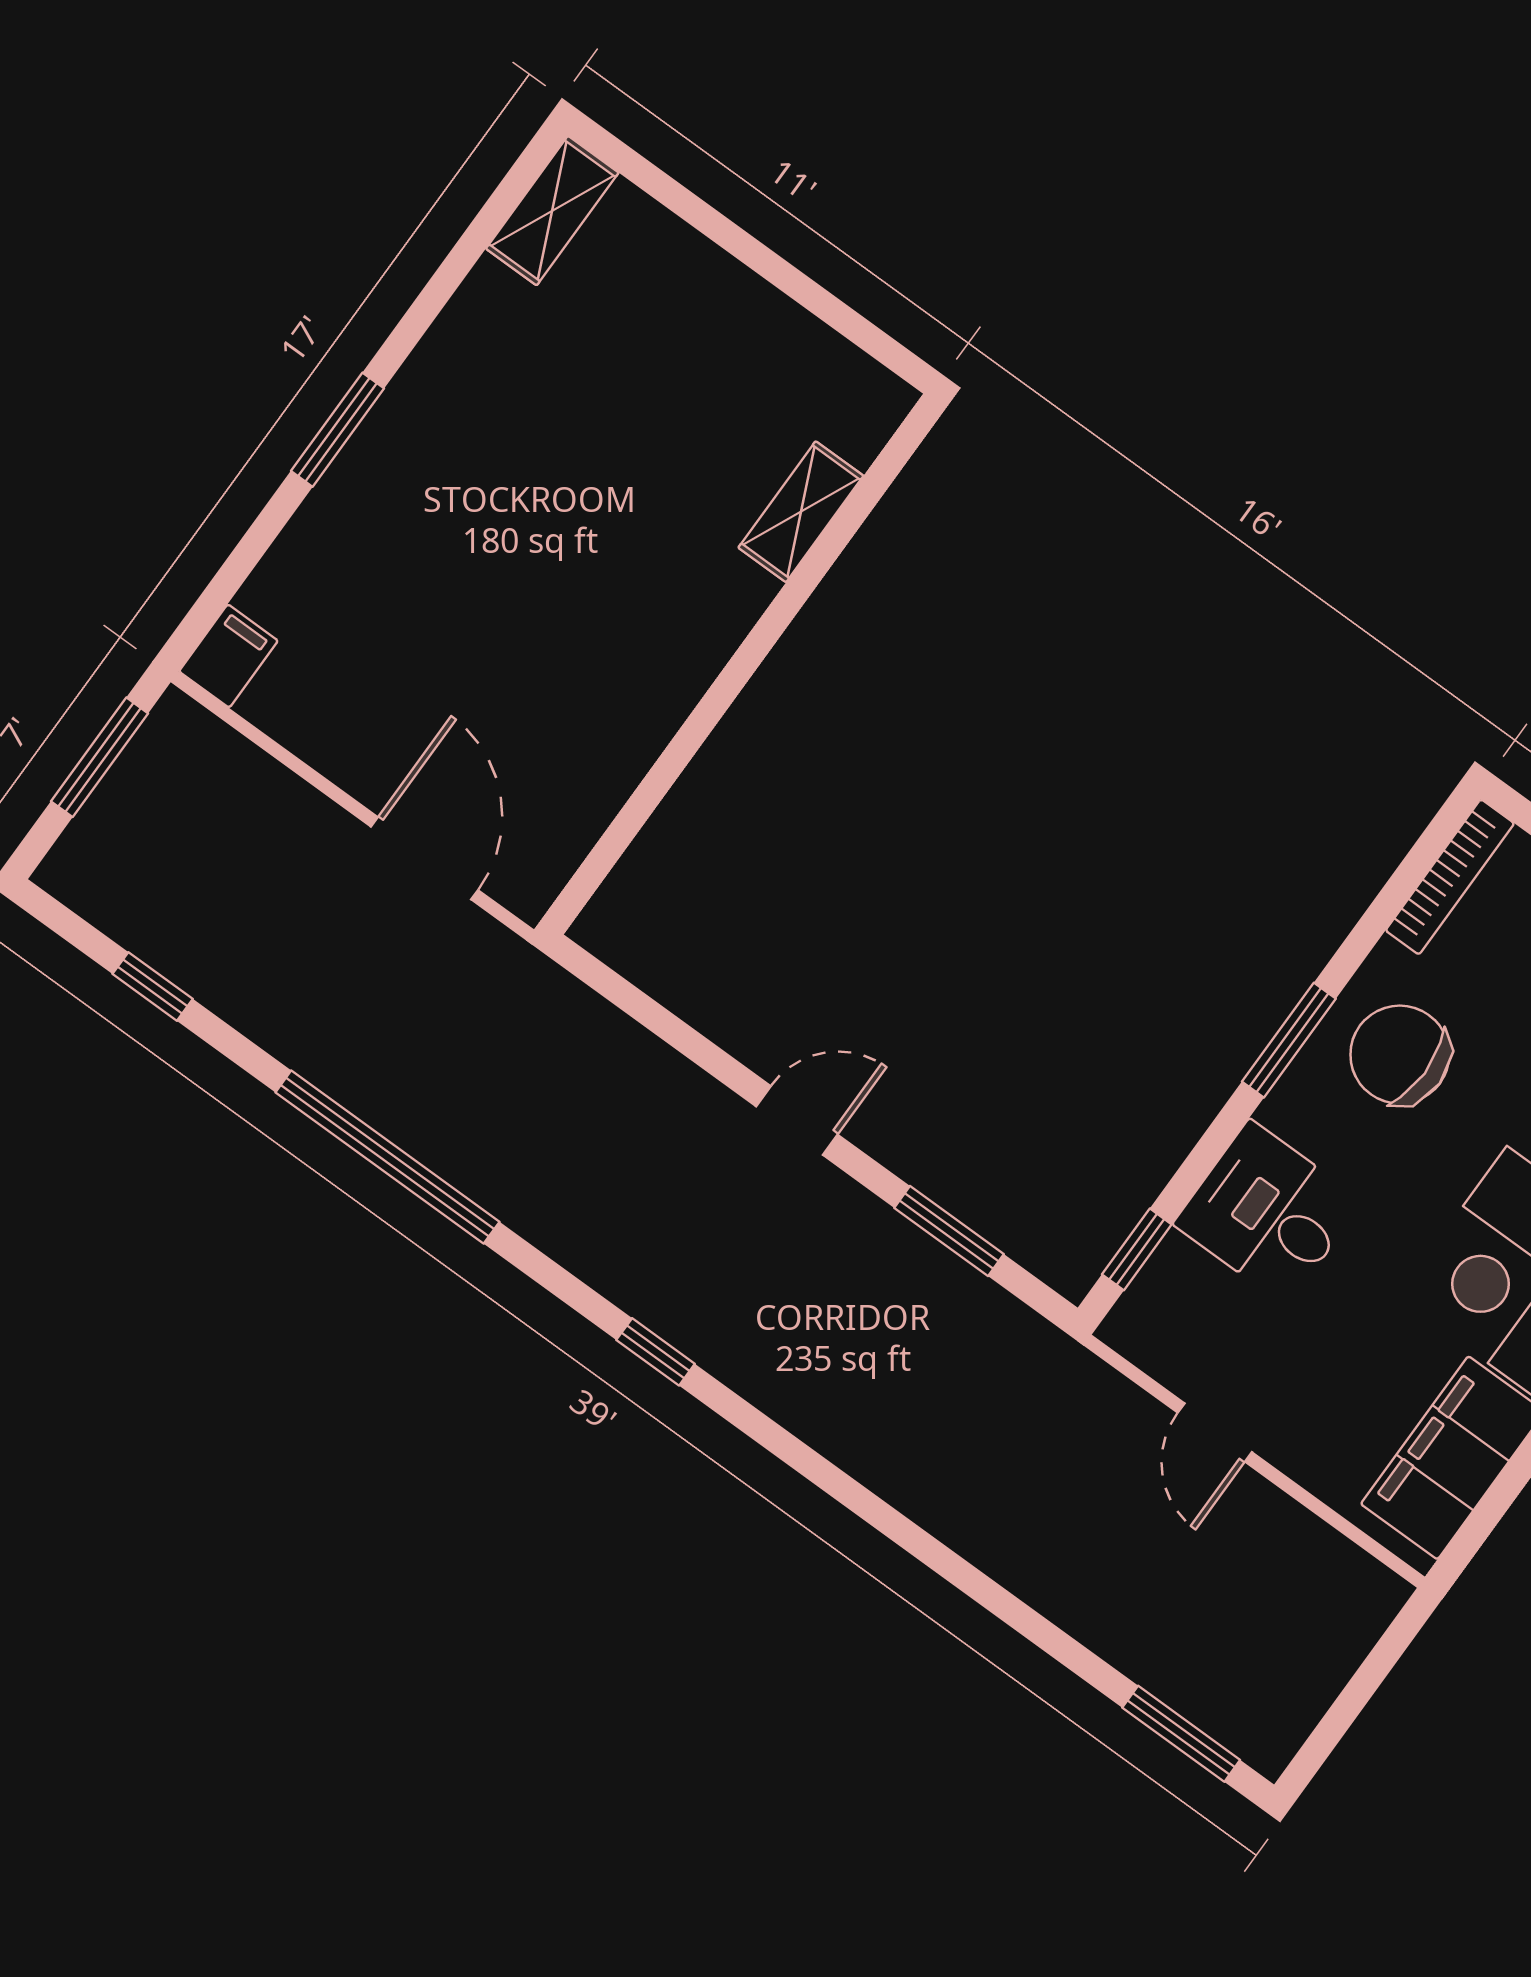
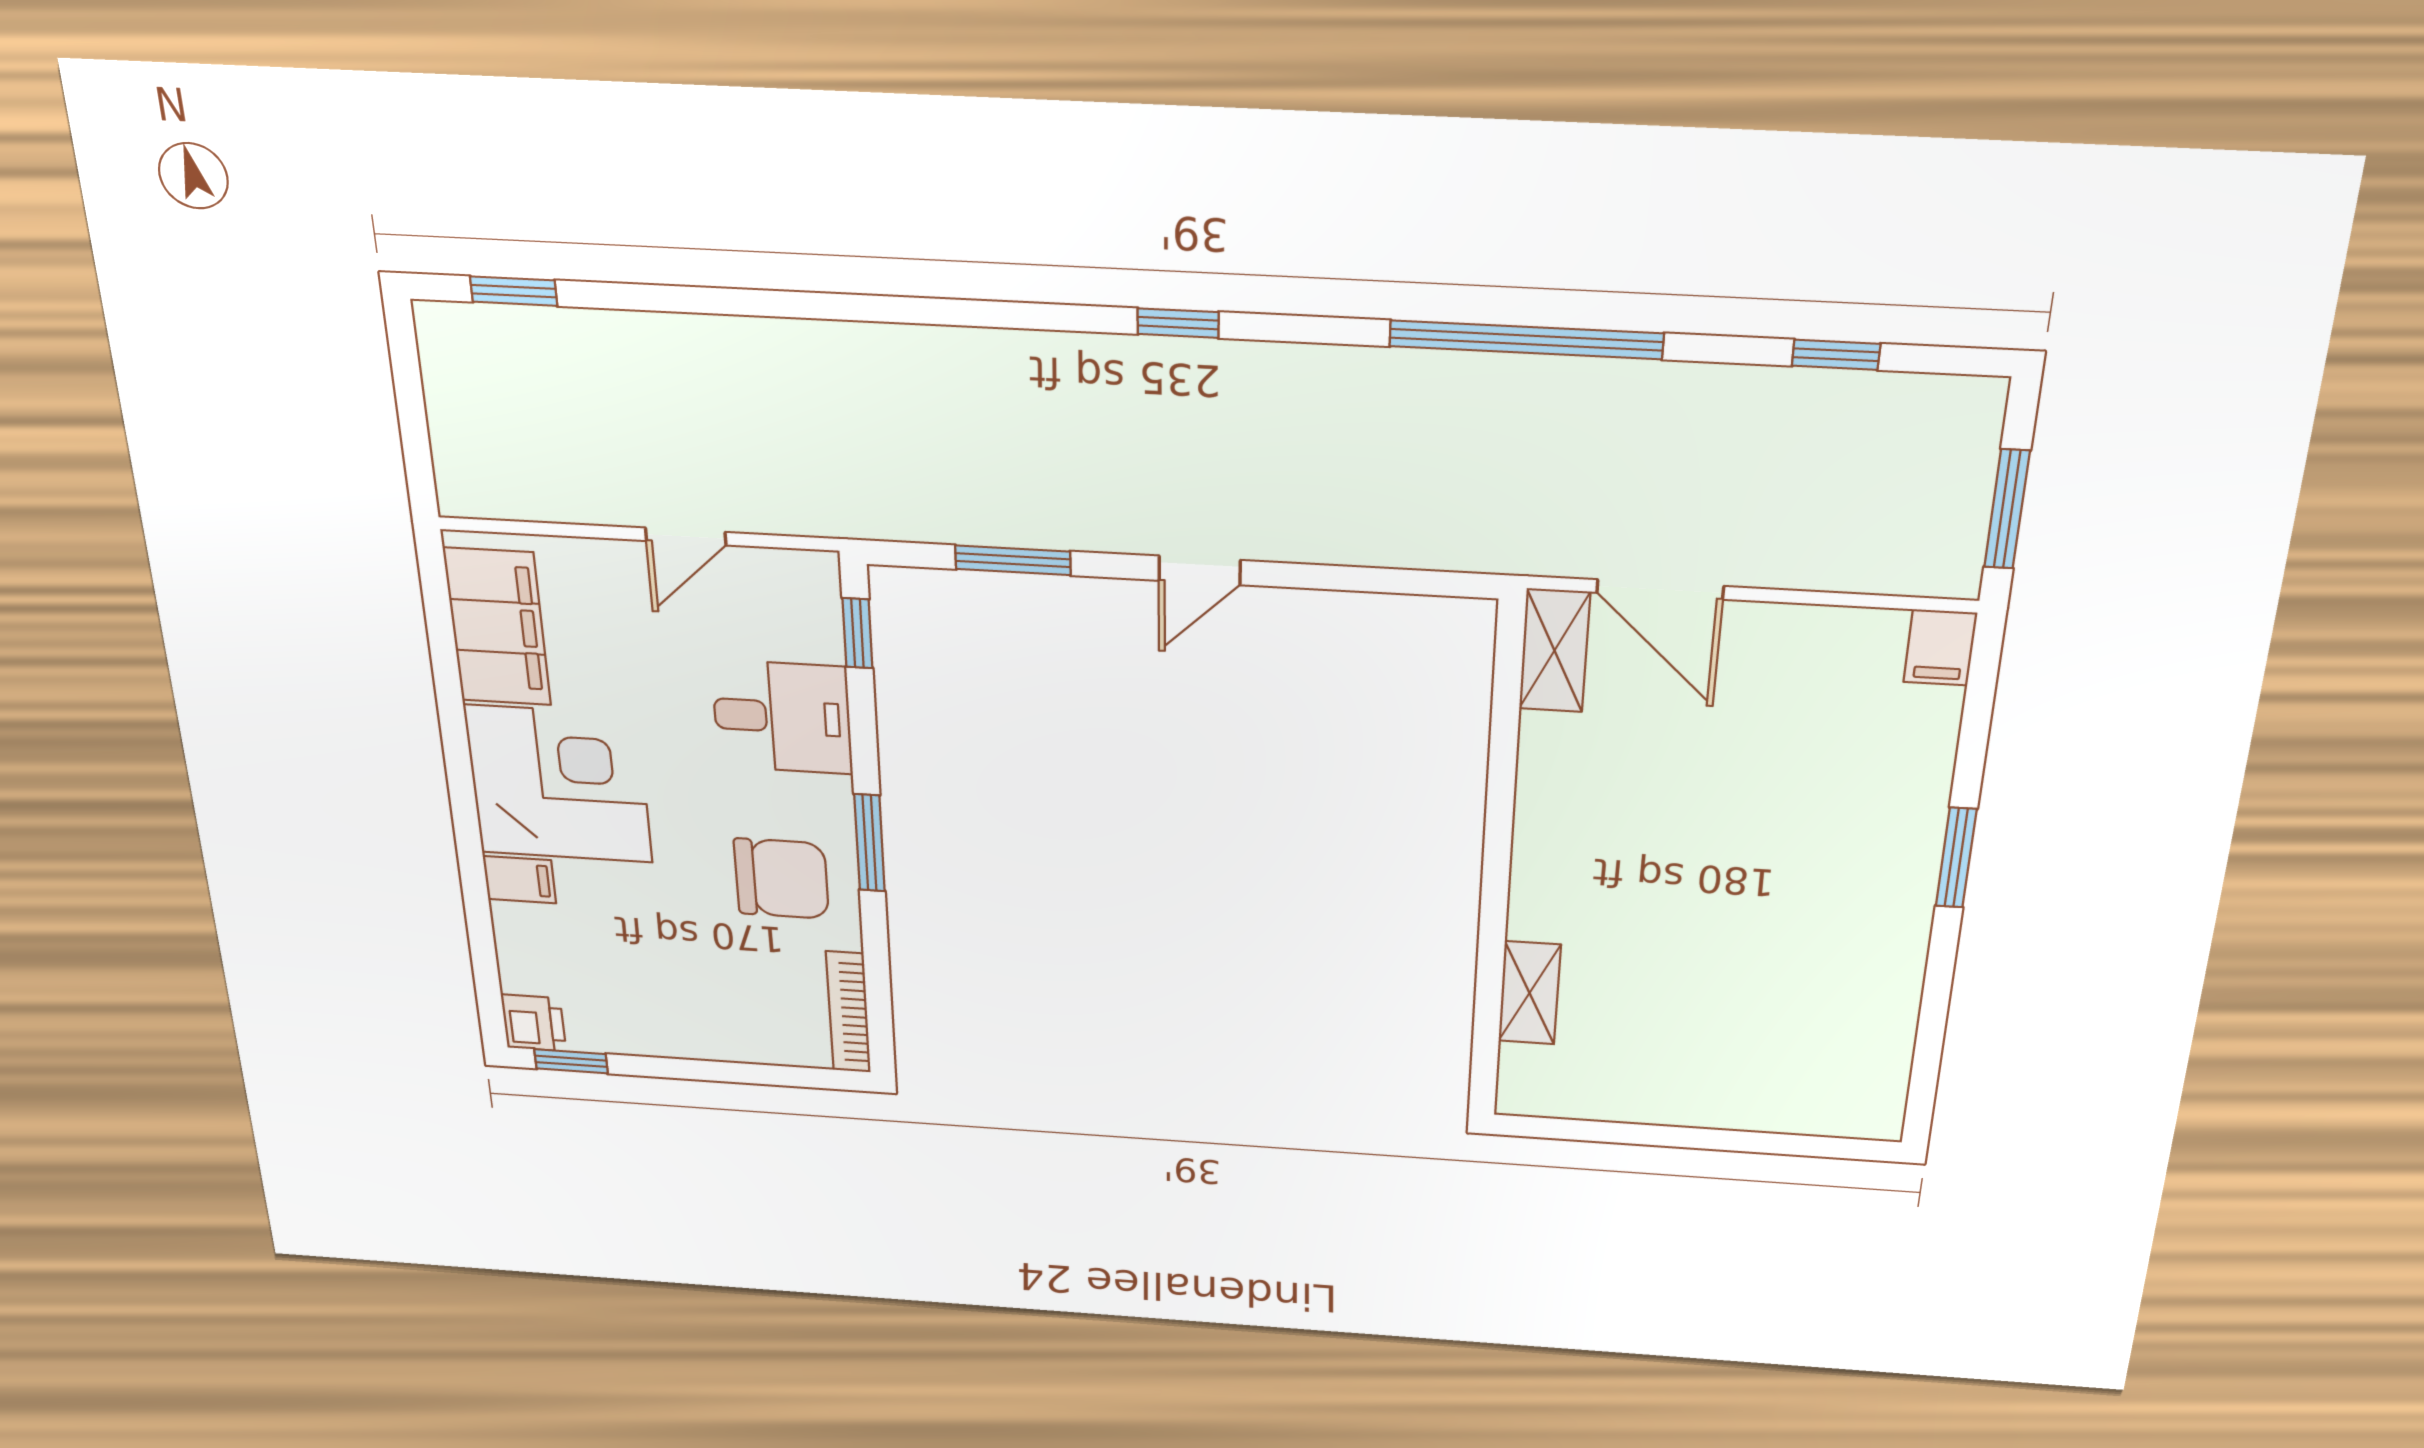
shelving: (552, 211) -> (1555, 651), moved
door: (1215, 1432) -> (686, 537), swing flipped
window: (1181, 1734) -> (514, 291), width x0.67

